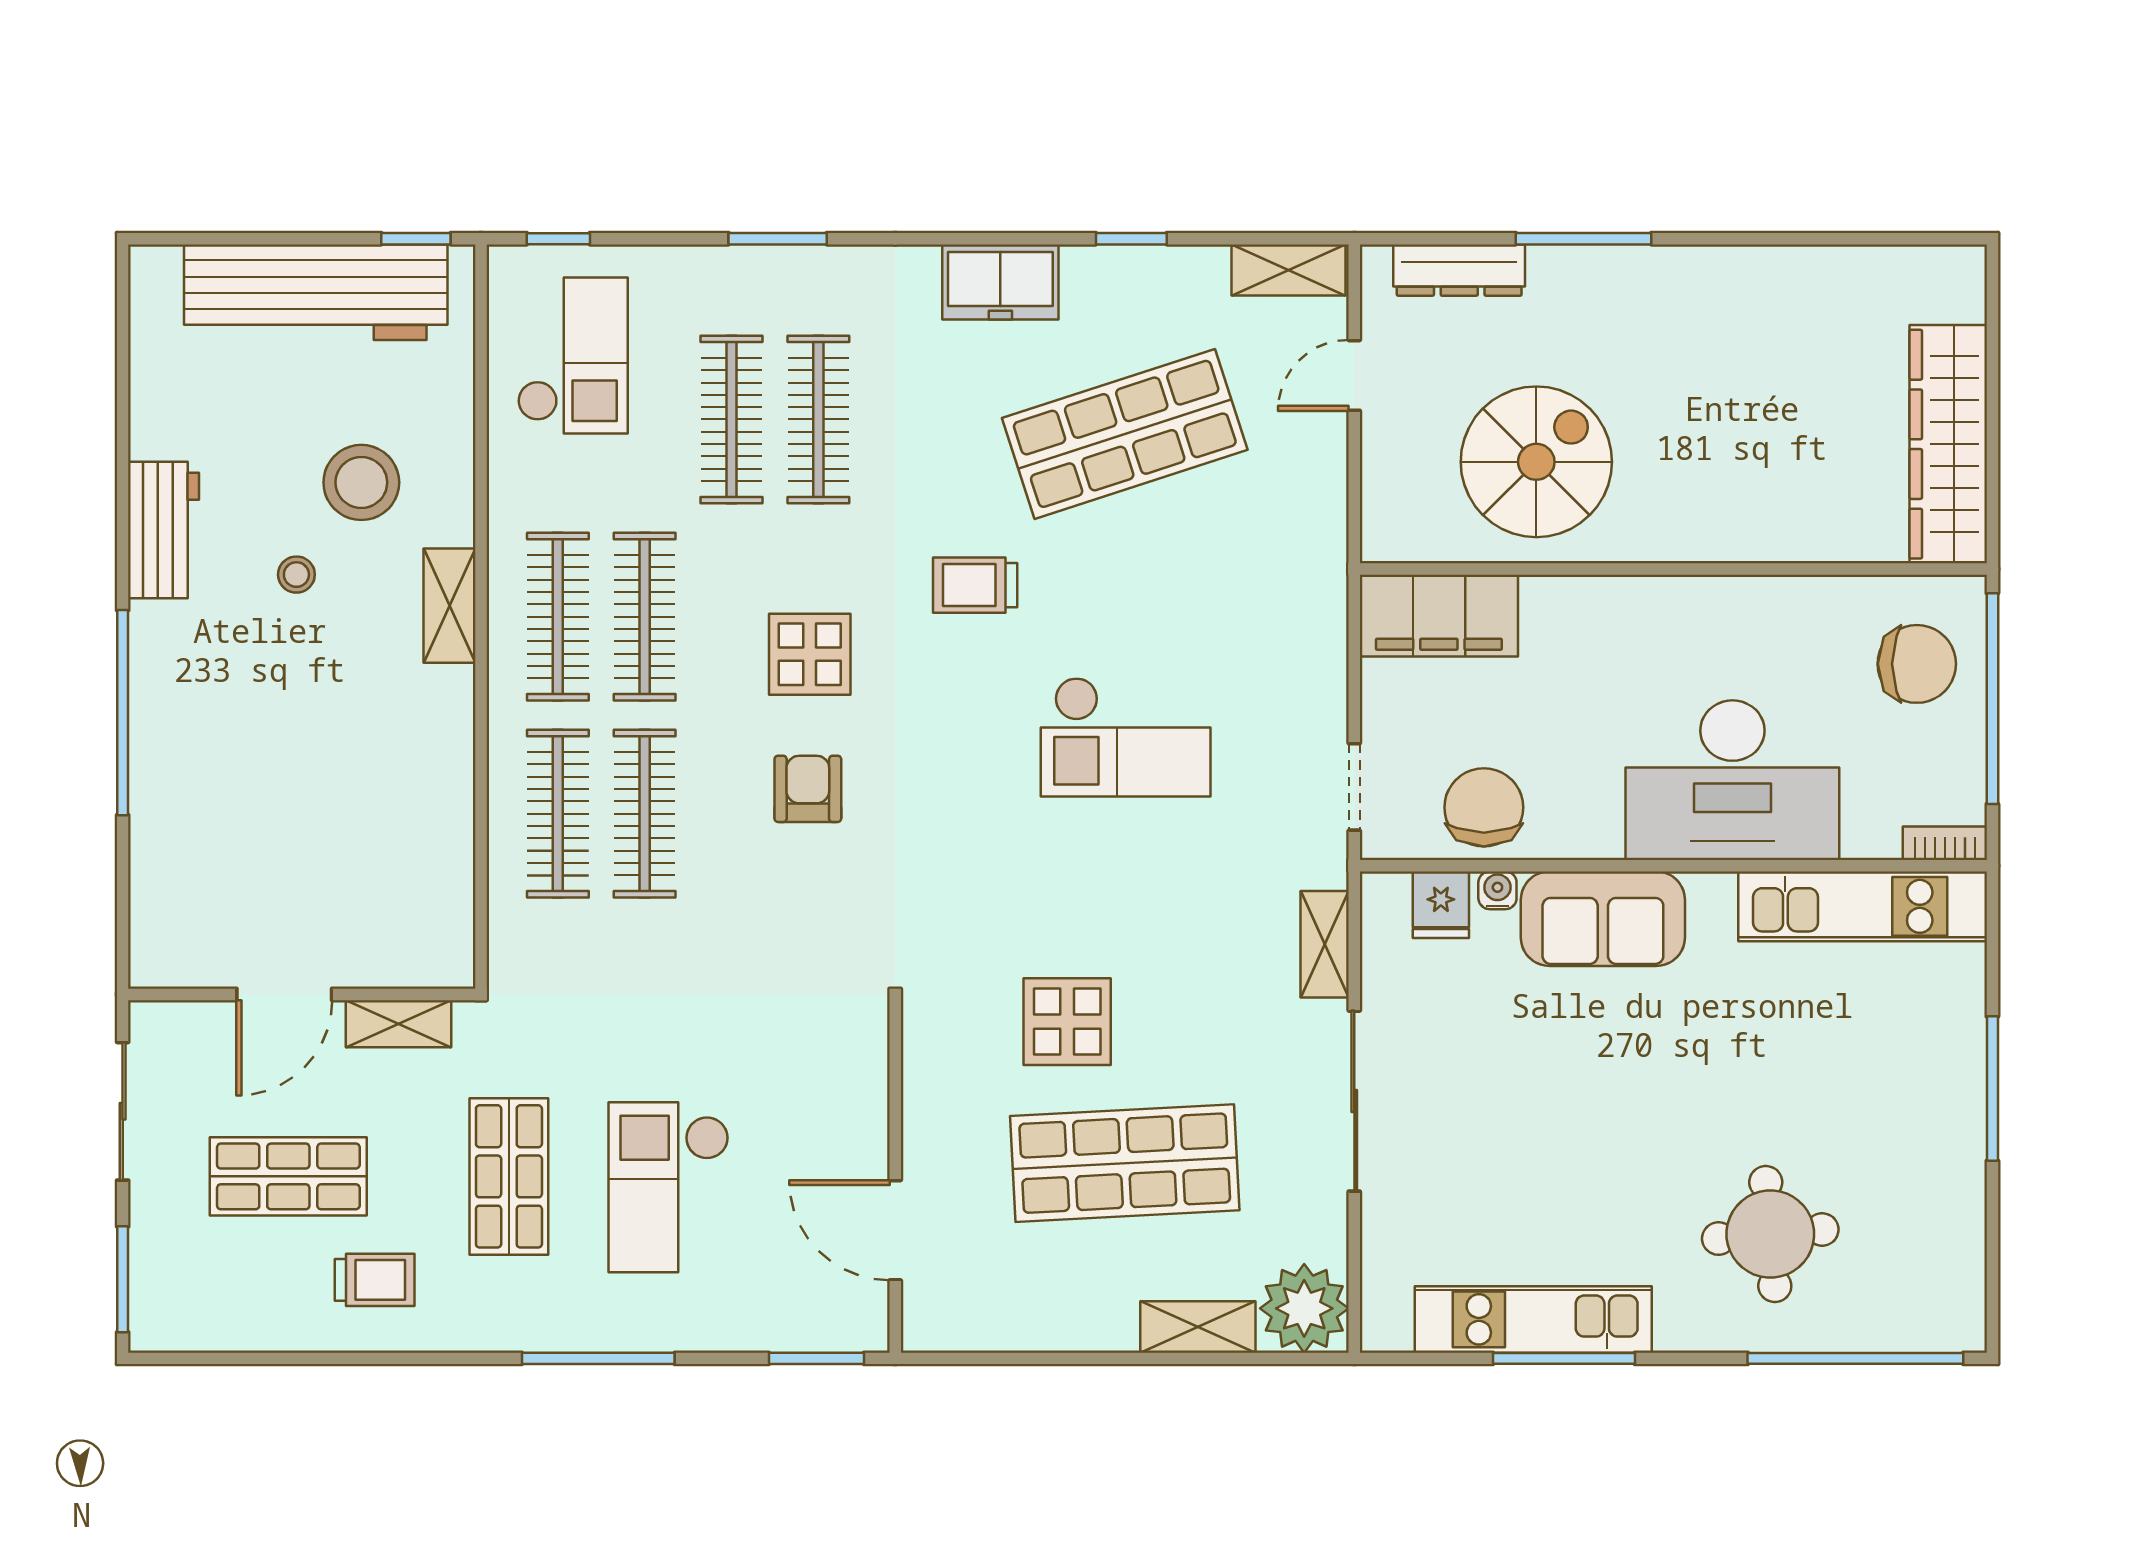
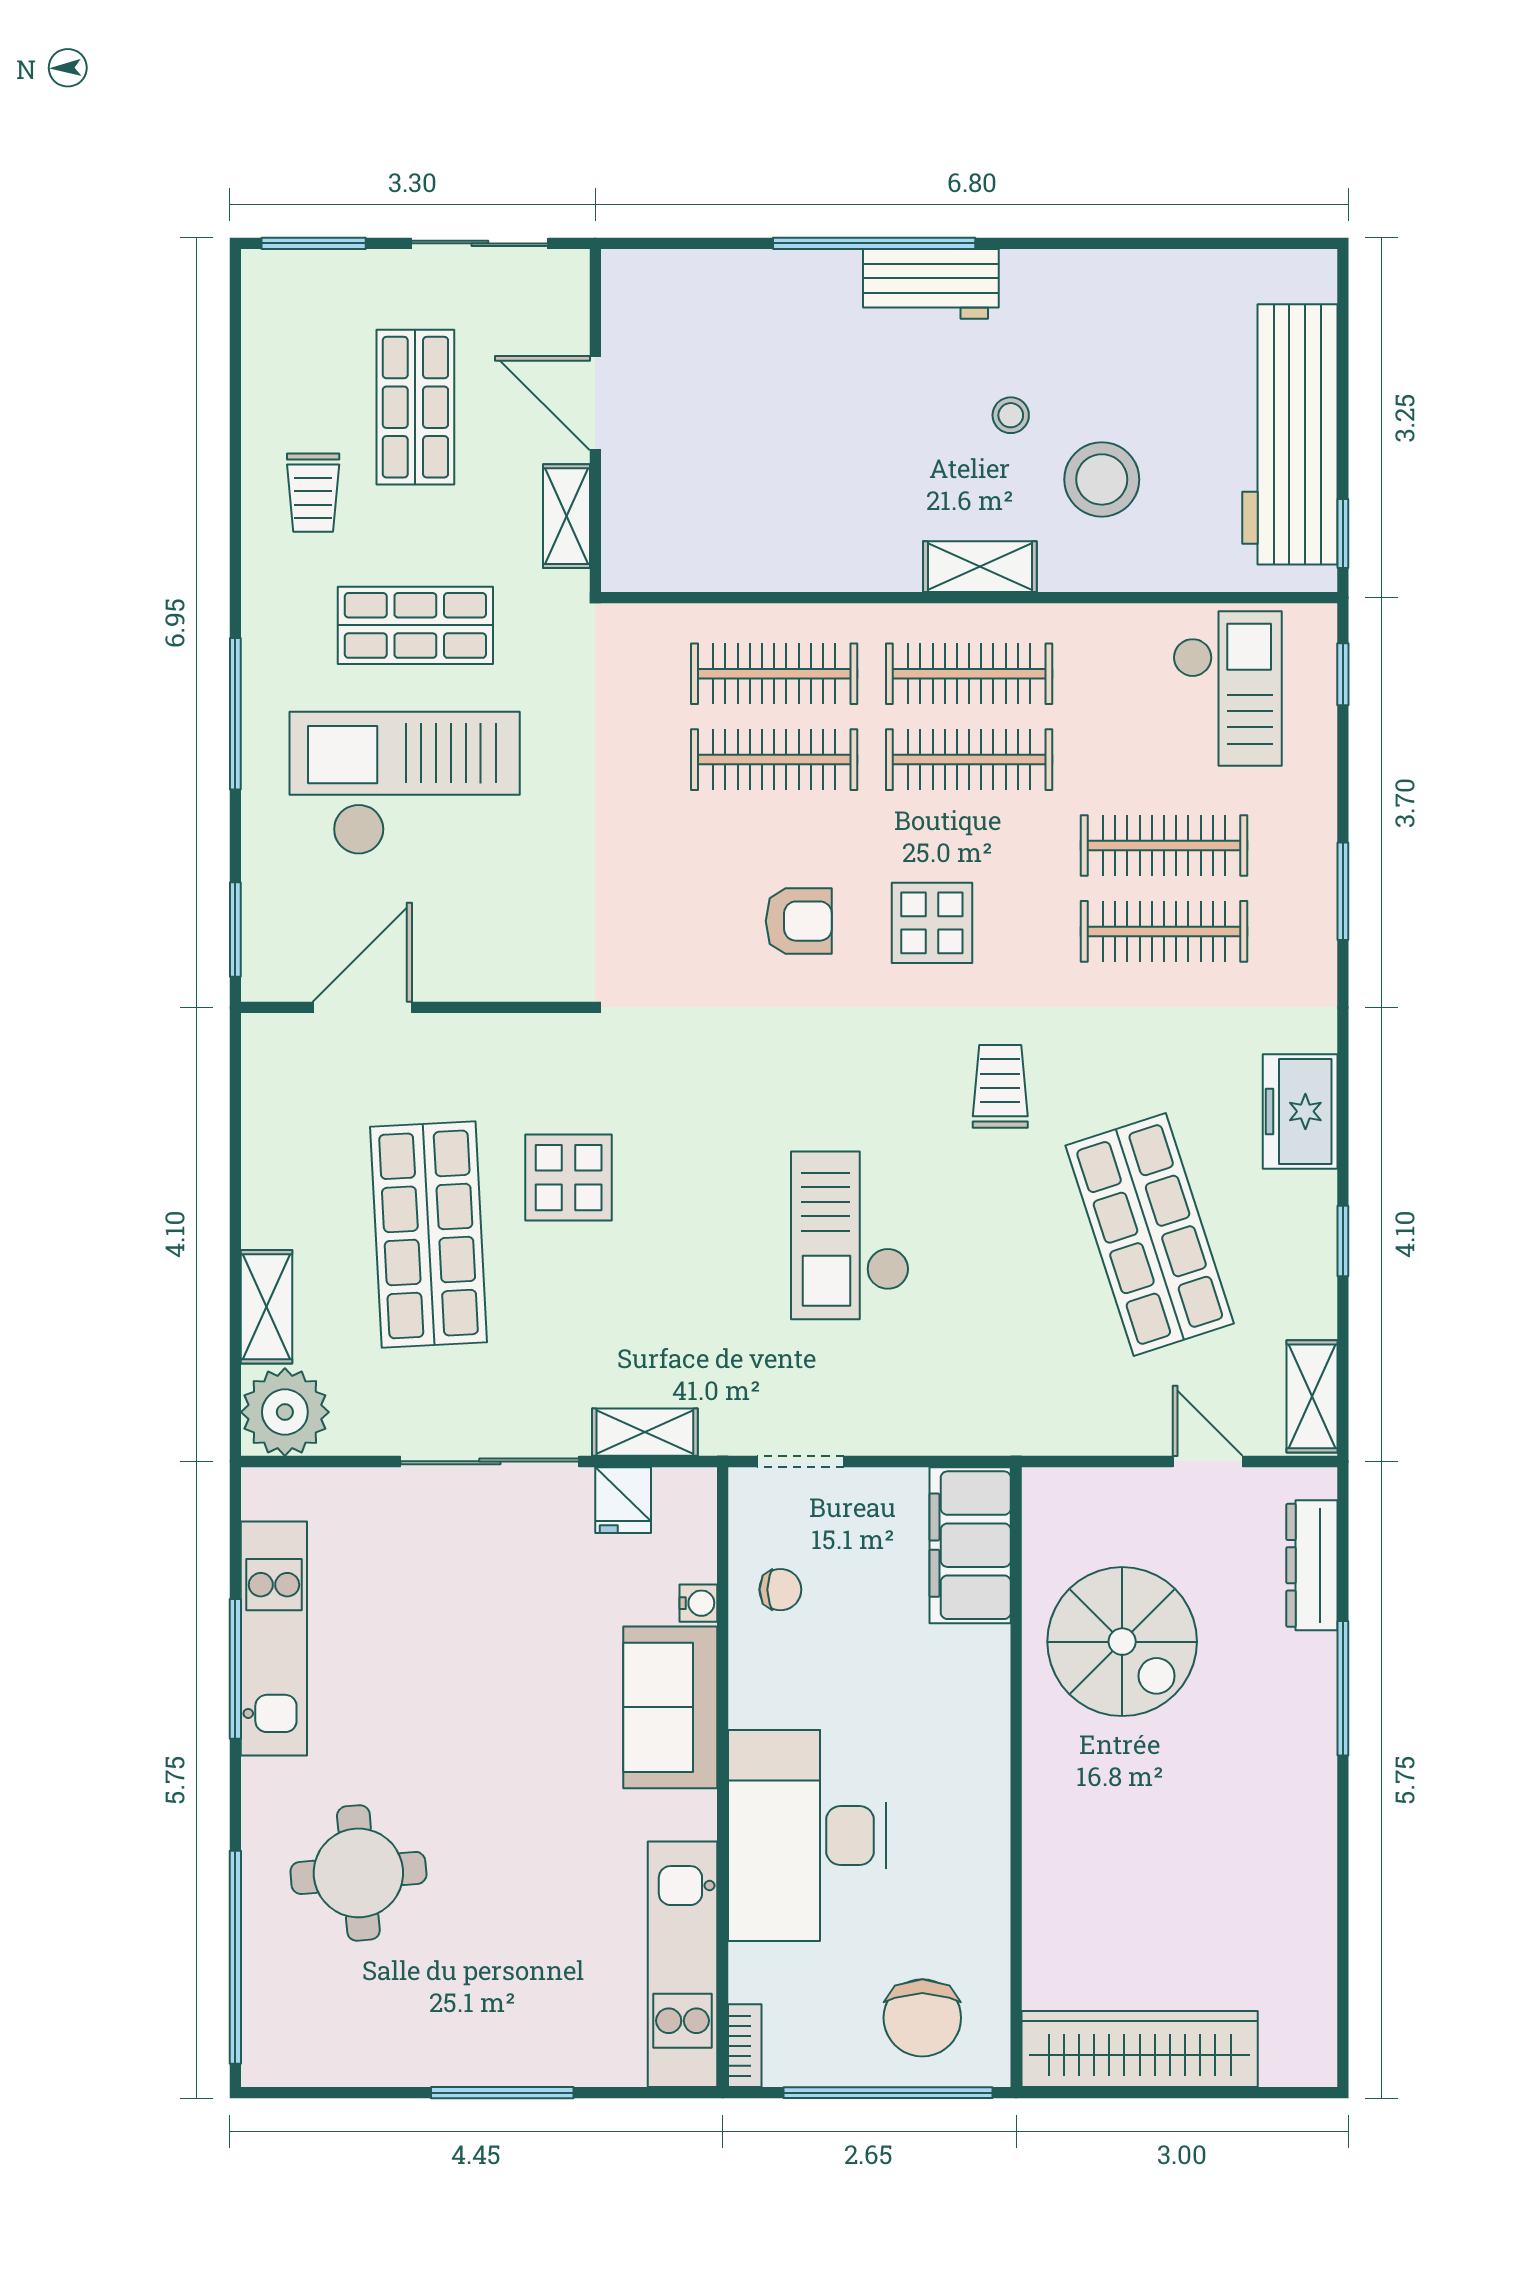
checkout: (573, 355) -> (1227, 688), turned -90
workbench: (164, 530) -> (931, 284), moved
chair: (1484, 807) -> (780, 1590), width x0.54, depth x0.54
fridge: (1441, 905) -> (623, 1500), moved, turned -90
checkout: (669, 1187) -> (405, 783), width x1.36, depth x1.21

